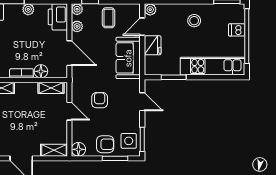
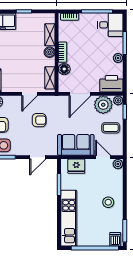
plant: (77, 26) -> (103, 105), width x1.87, depth x1.87
dishwasher: (237, 30) -> (115, 239), moved
fridge: (153, 45) -> (76, 166), moved
boiler: (22, 88) -> (50, 52), added

